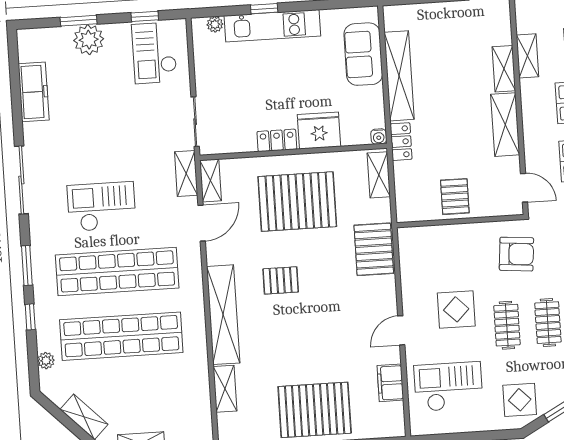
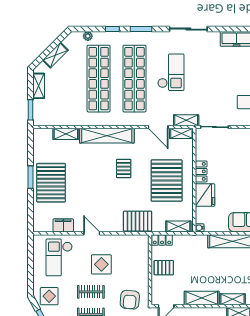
locker: (401, 142) -> (162, 240), moved
checkout: (448, 387) -> (59, 257), turned 180

